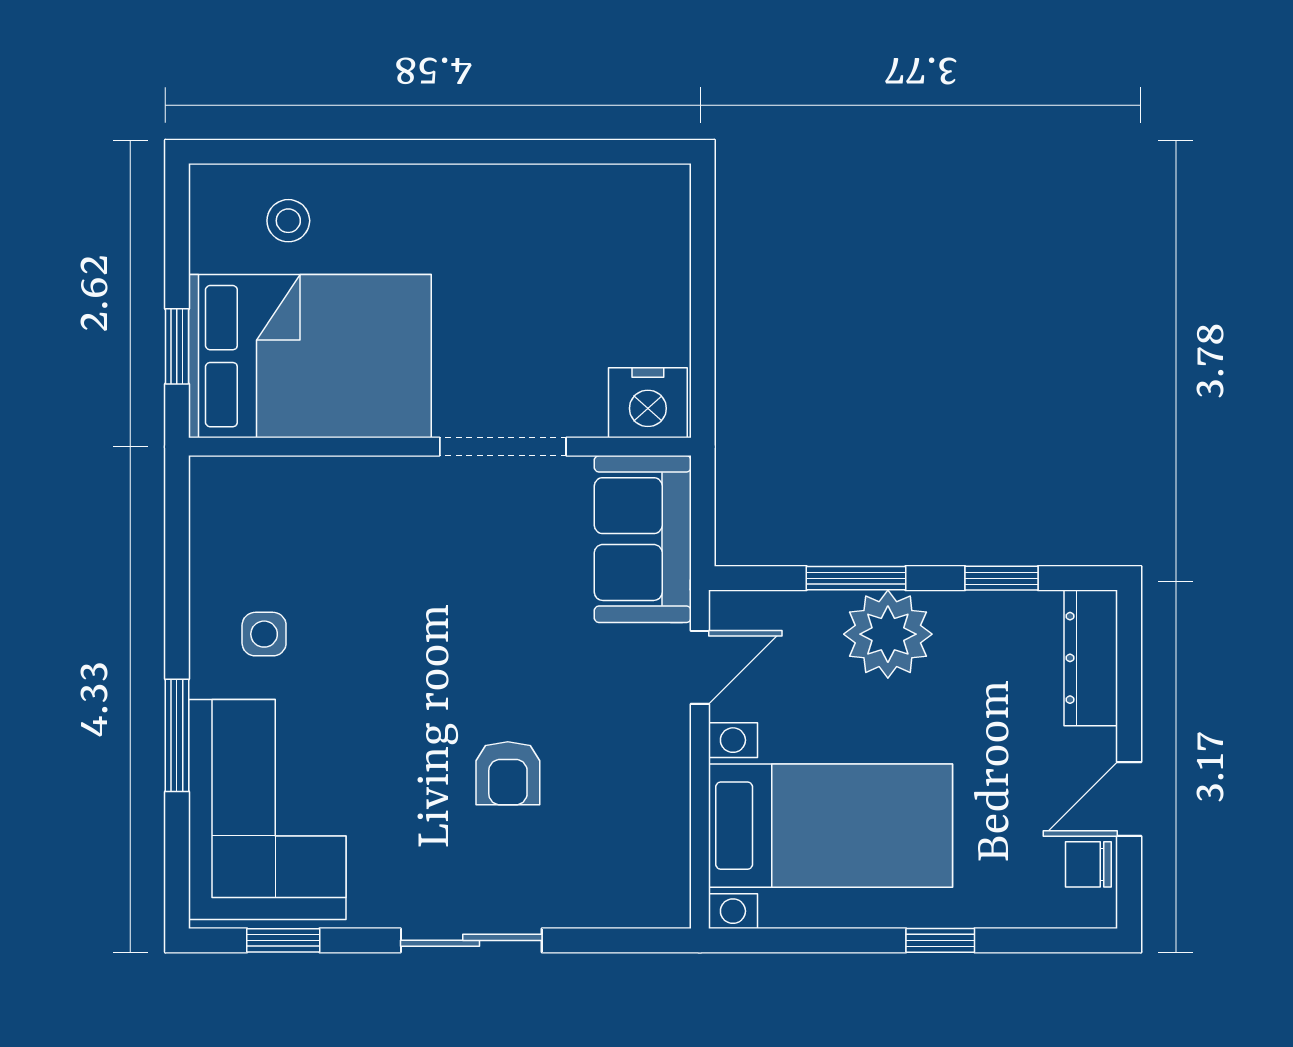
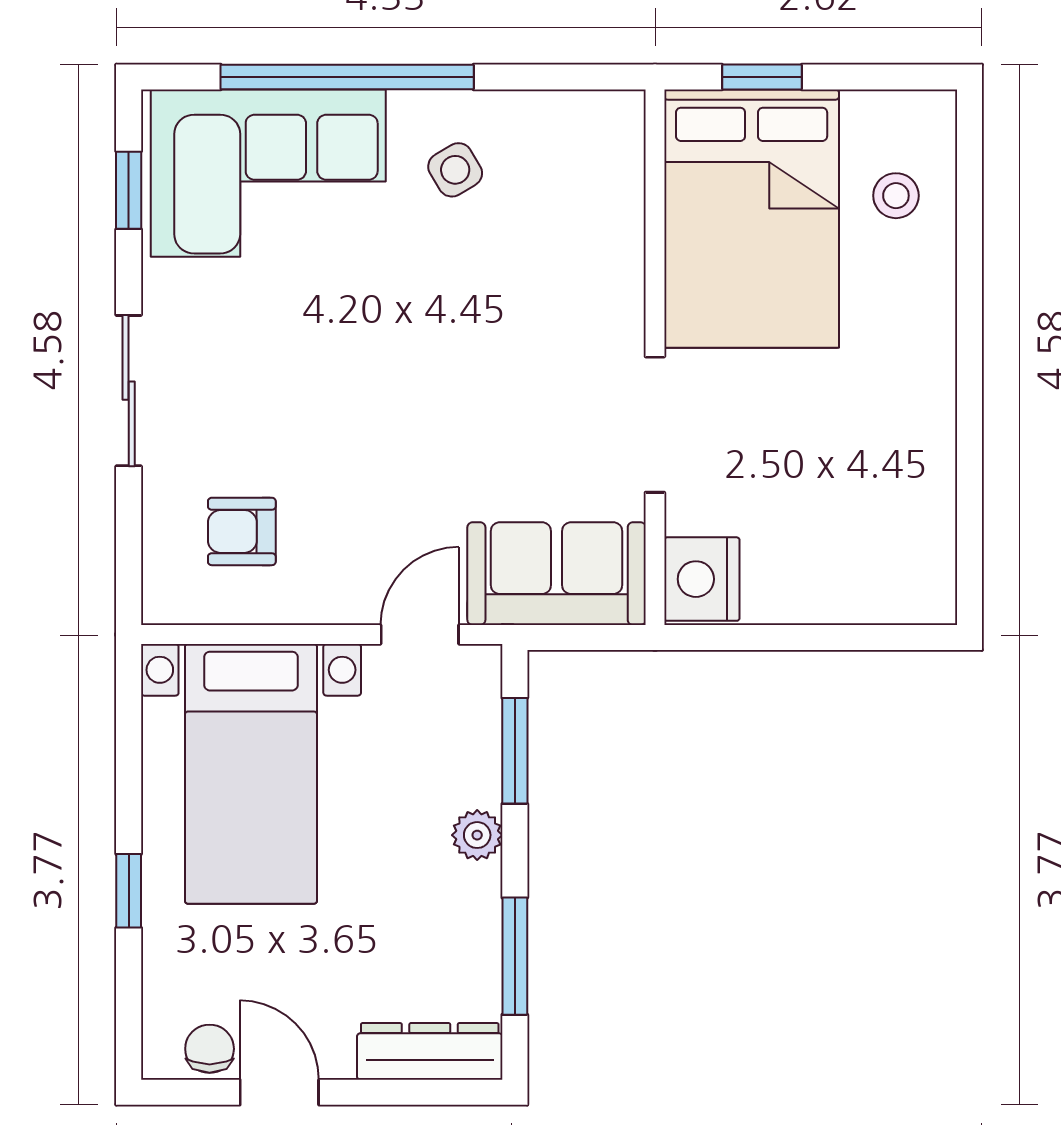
window: (856, 578) -> (515, 751), moved
window: (1001, 578) -> (515, 956), width x1.50
side table: (264, 634) -> (455, 170), turned -31
plant: (888, 634) -> (477, 835), width x0.53, depth x0.53
door: (700, 667) -> (420, 634), swing flipped
window: (177, 735) -> (347, 77), width x2.11
armchair: (508, 773) -> (242, 531), moved

